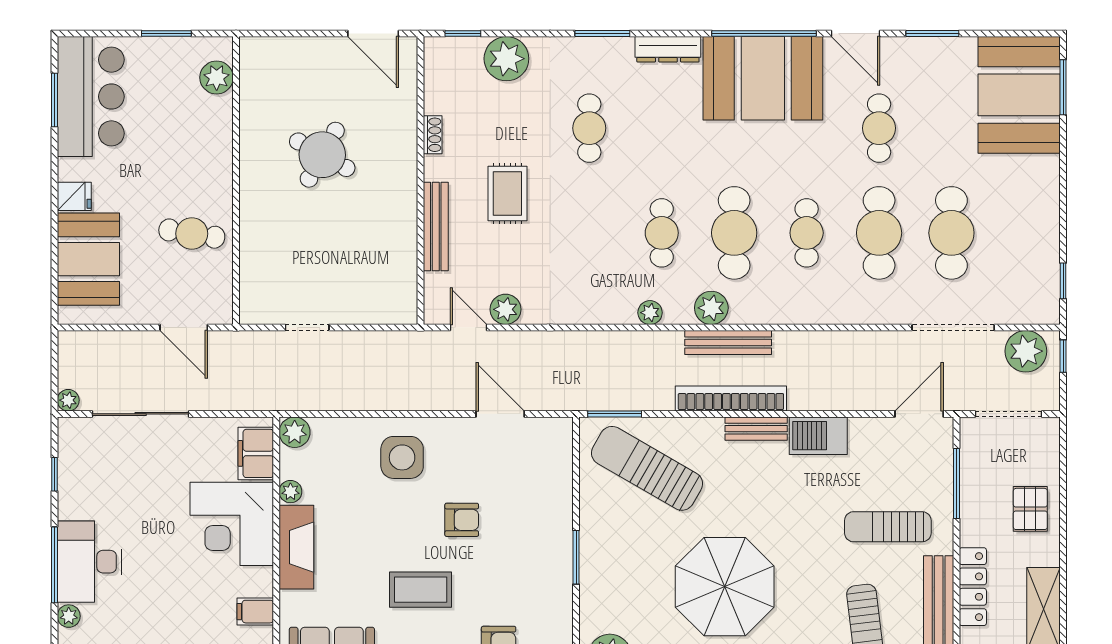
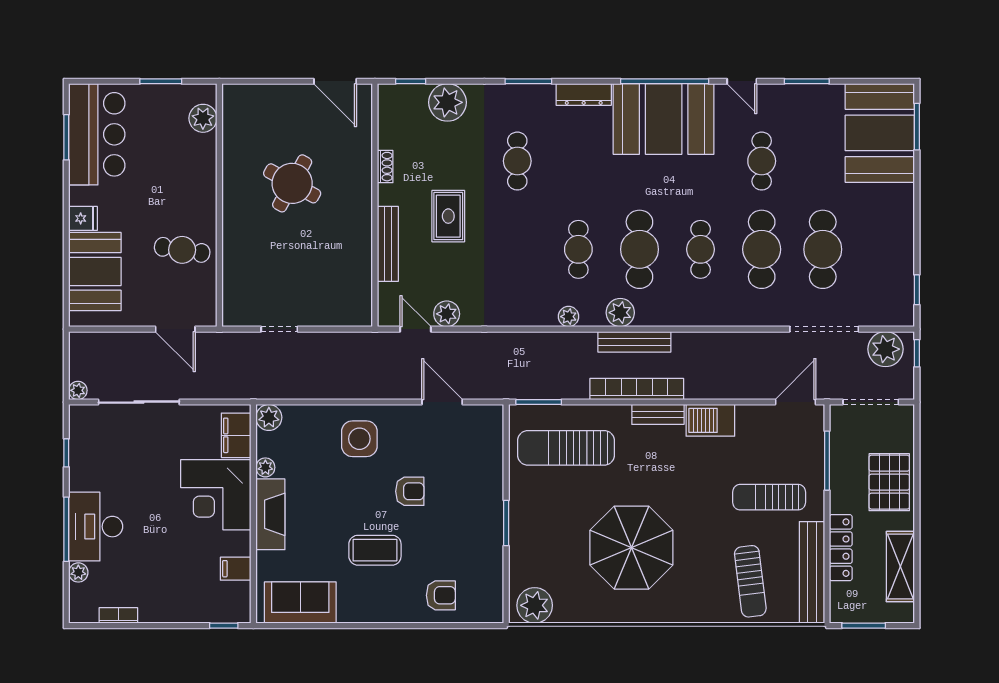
door: (856, 34) -> (742, 81), width x0.73
sun lounger: (647, 468) -> (566, 448), turned -30
pallet: (1030, 509) -> (889, 482), width x1.50, depth x1.42

